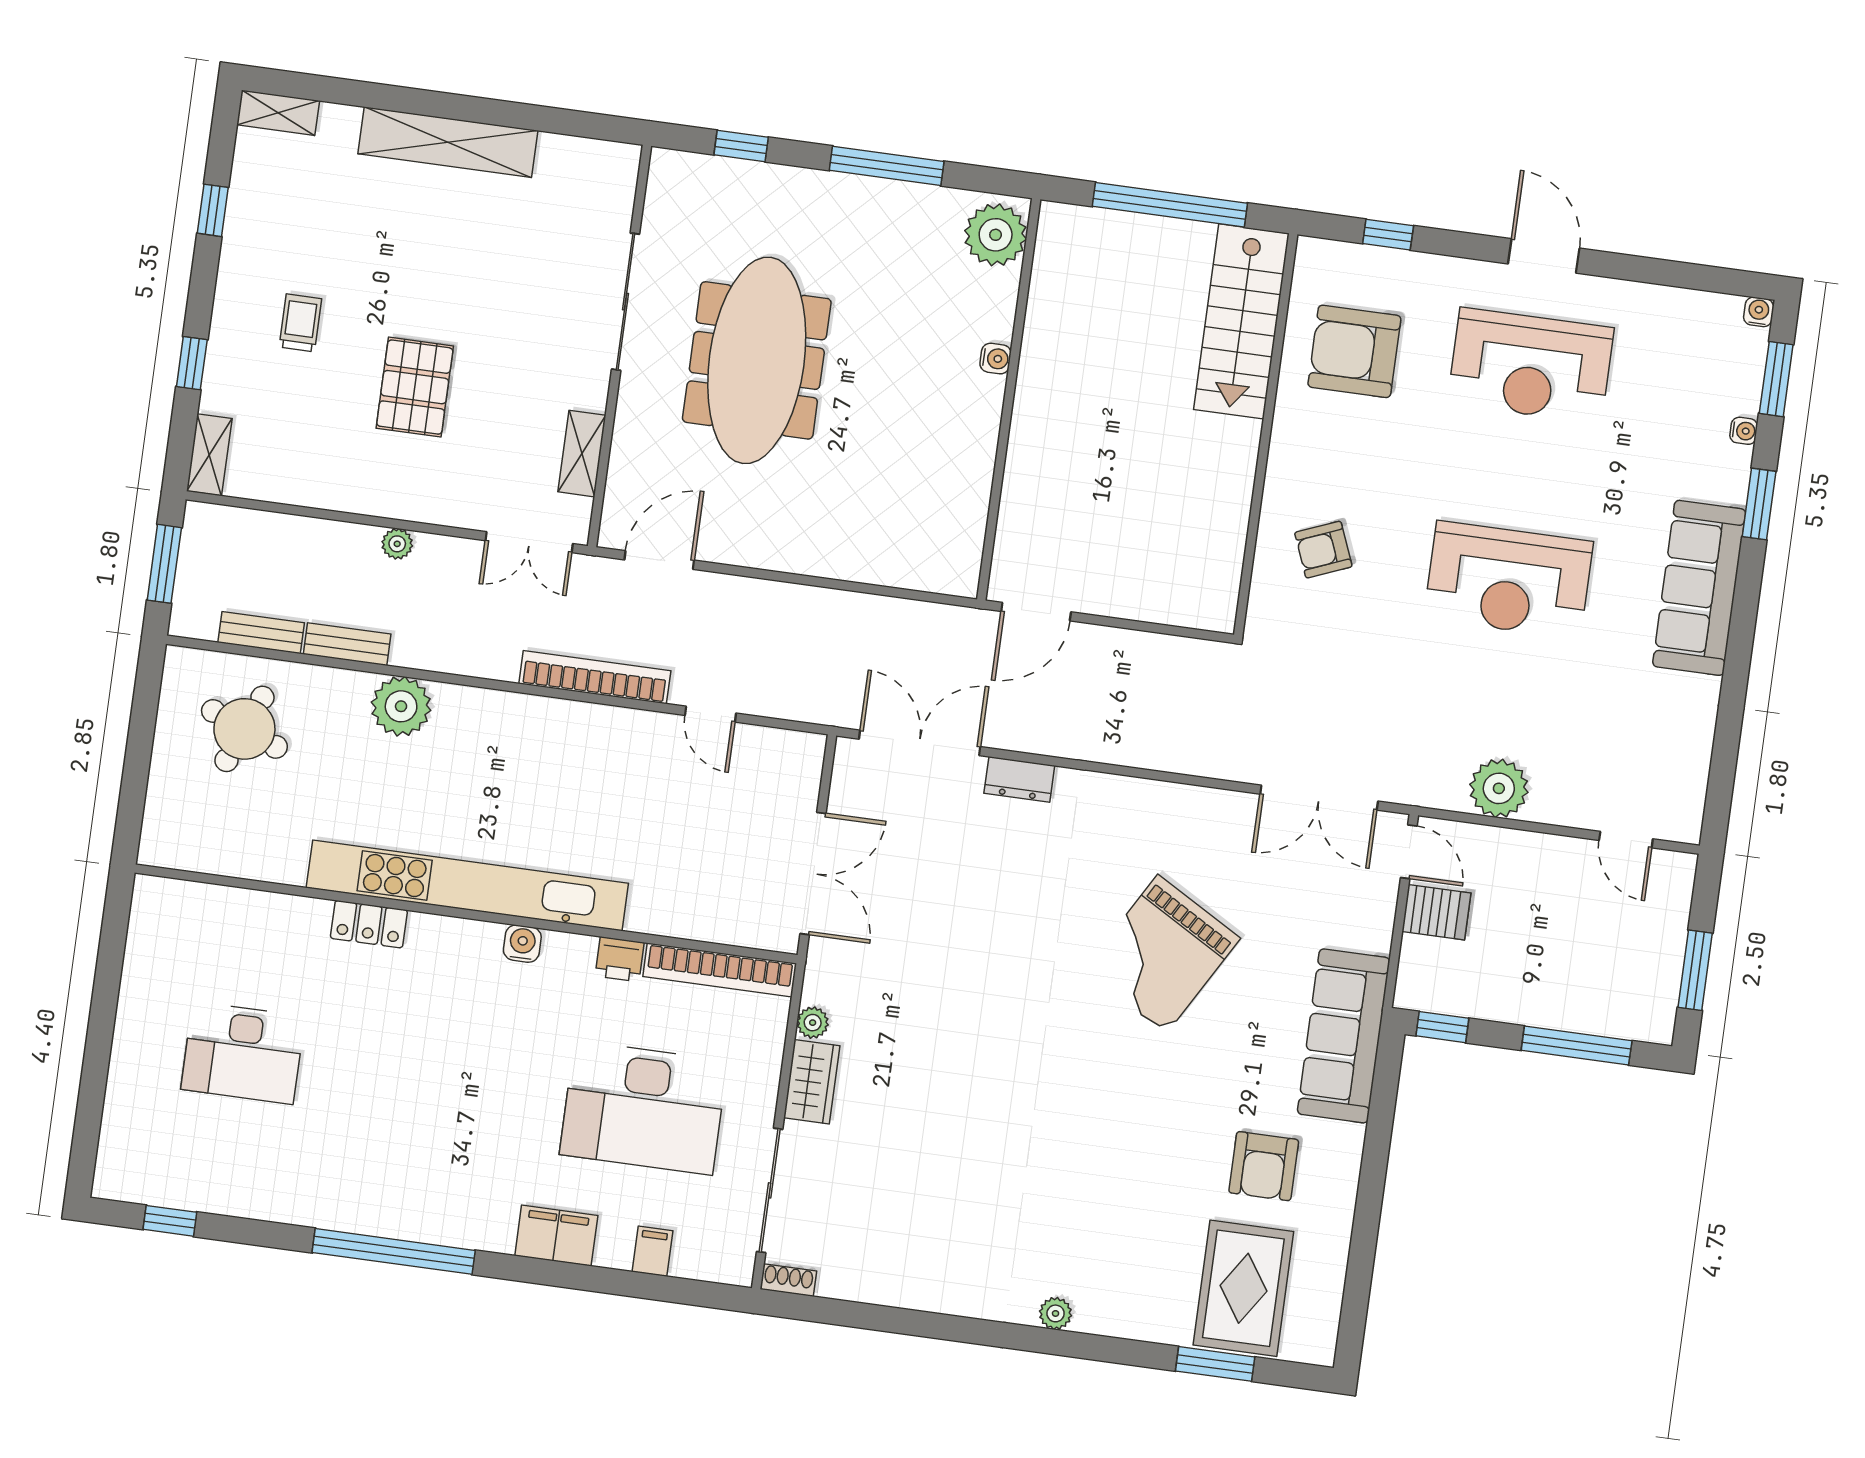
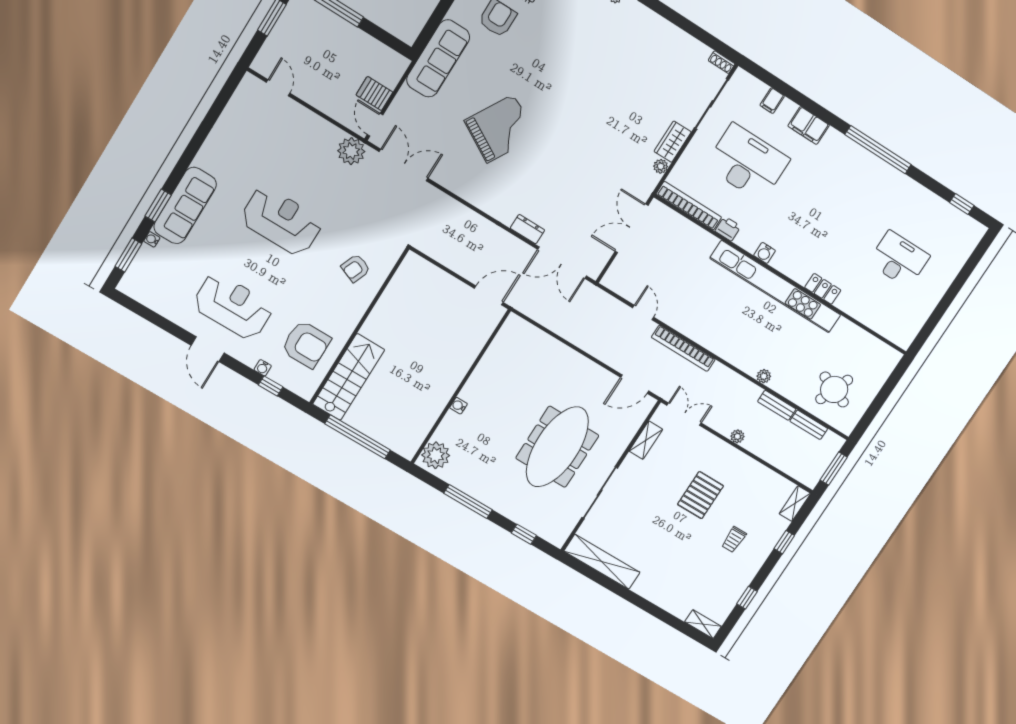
shelving: (448, 142) -> (602, 562), moved
water cooler: (1759, 312) -> (263, 368), moved
armchair: (1323, 550) -> (356, 268), turned 134
sofa: (1699, 588) -> (185, 206), moved
plant: (401, 706) -> (764, 376), width x0.53, depth x0.53
plant: (1499, 788) -> (351, 151), moved
window: (1442, 1027) -> (394, 43), removed

